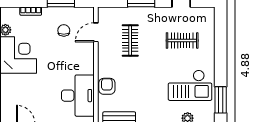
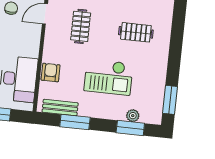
checkout: (190, 85) -> (108, 77), moved

